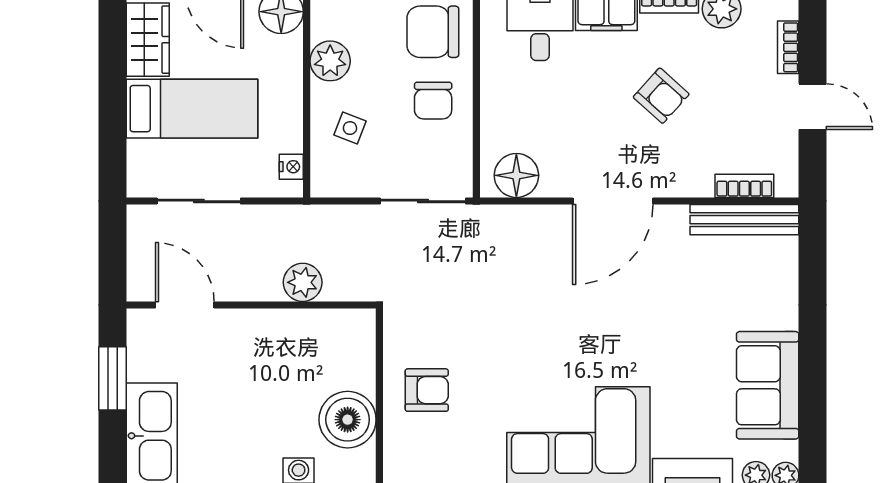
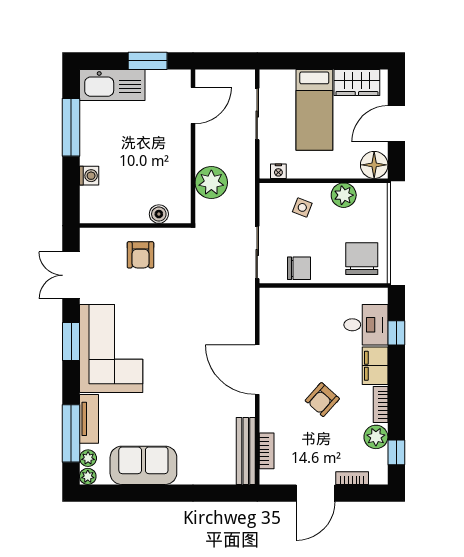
chair: (433, 101) -> (299, 268), moved, turned 180
door: (813, 107) -> (315, 493), width x1.38
floor lamp: (516, 175) -> (273, 310), removed
plant: (303, 282) -> (211, 183), width x1.36, depth x1.36
boiler: (348, 420) -> (159, 214), moved, width x0.54, depth x0.54

